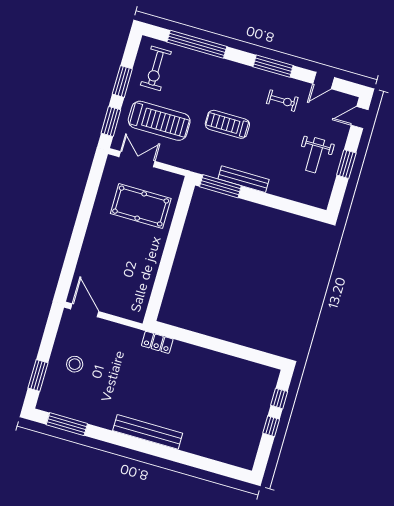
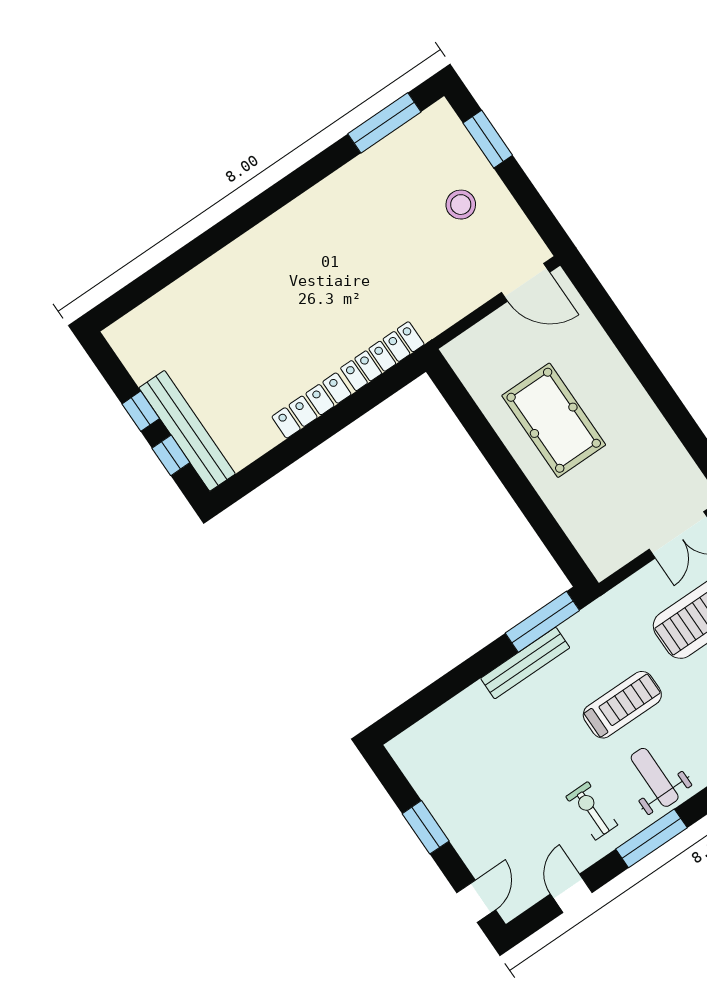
exercise bike: (282, 101) -> (592, 811), turned 90
weight bench: (315, 155) -> (655, 777), moved
pool table: (141, 206) -> (554, 420), moved, turned 90
locker: (157, 342) -> (382, 356), width x1.53
locker: (210, 357) -> (312, 405), added
bench: (148, 432) -> (187, 431), moved, turned 90

